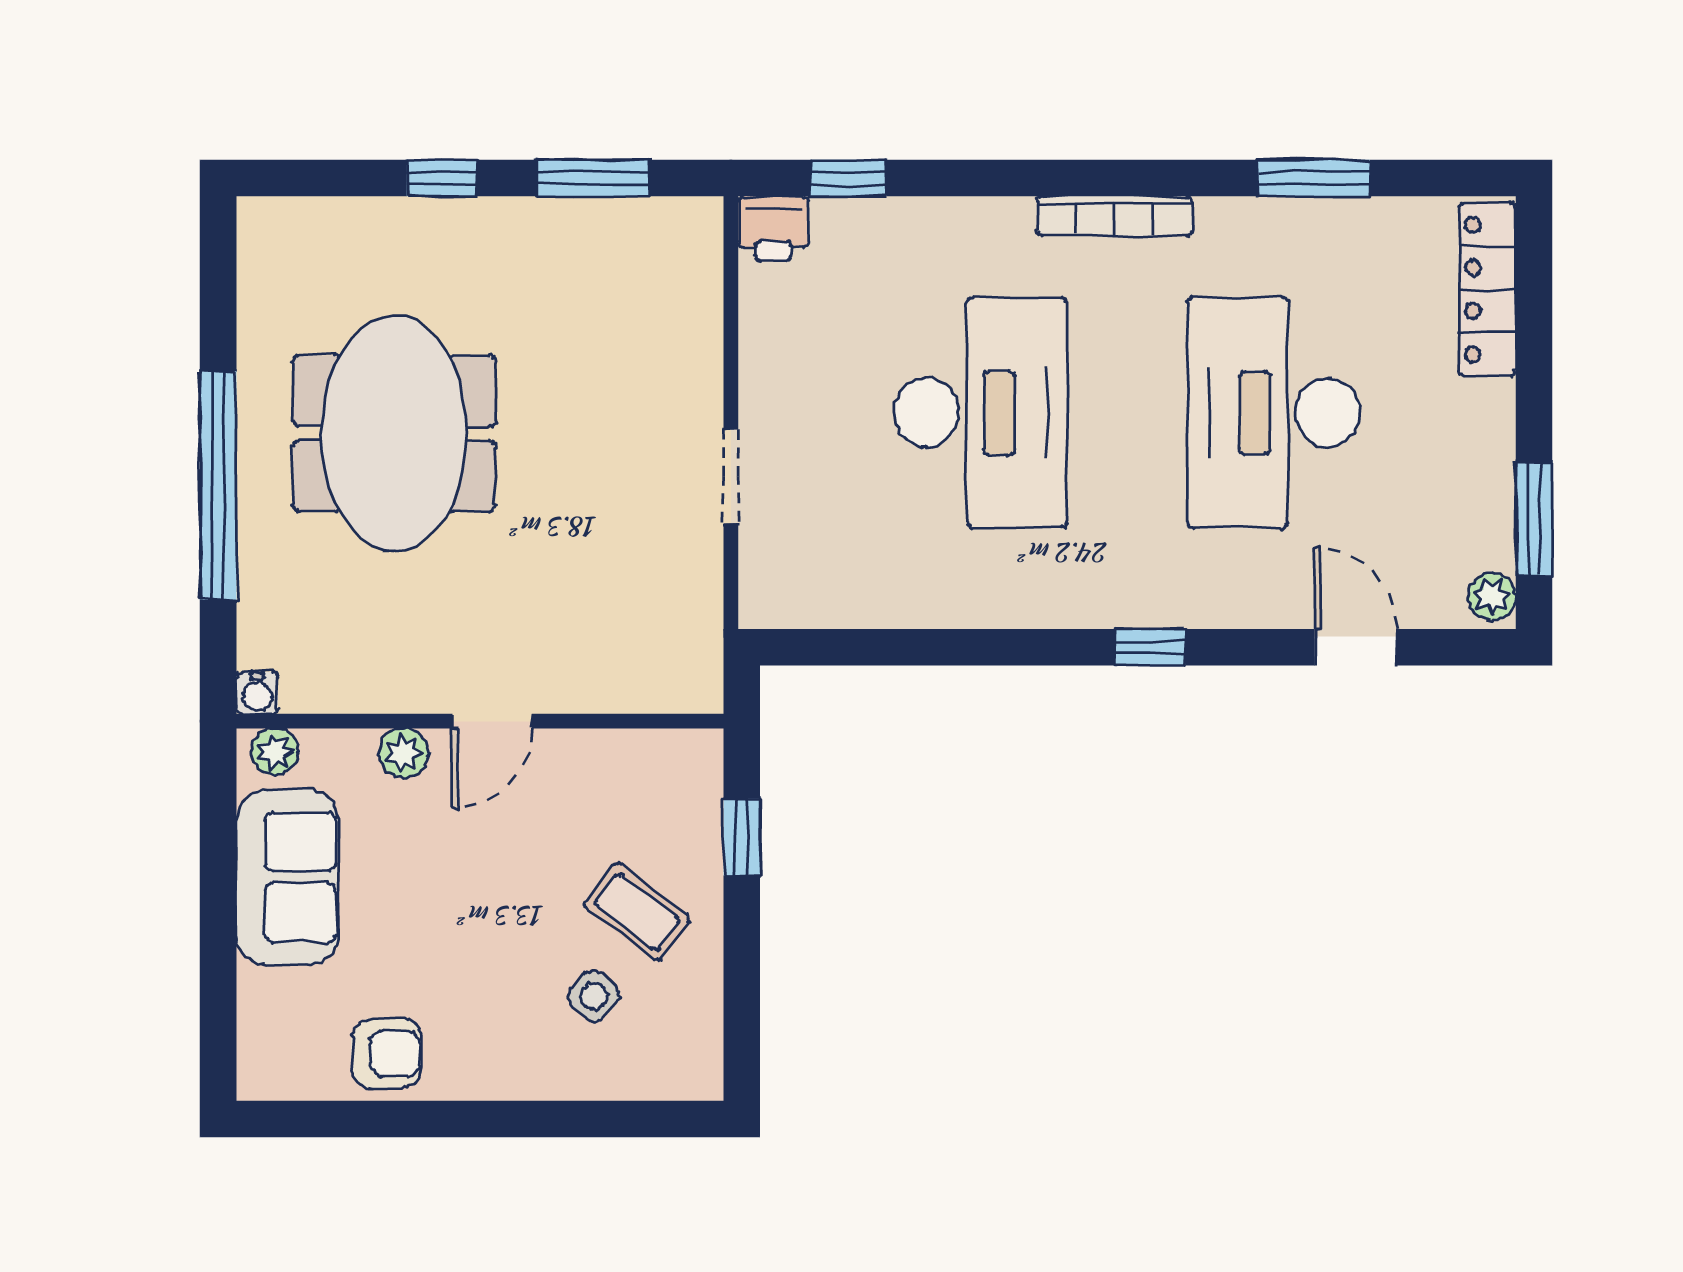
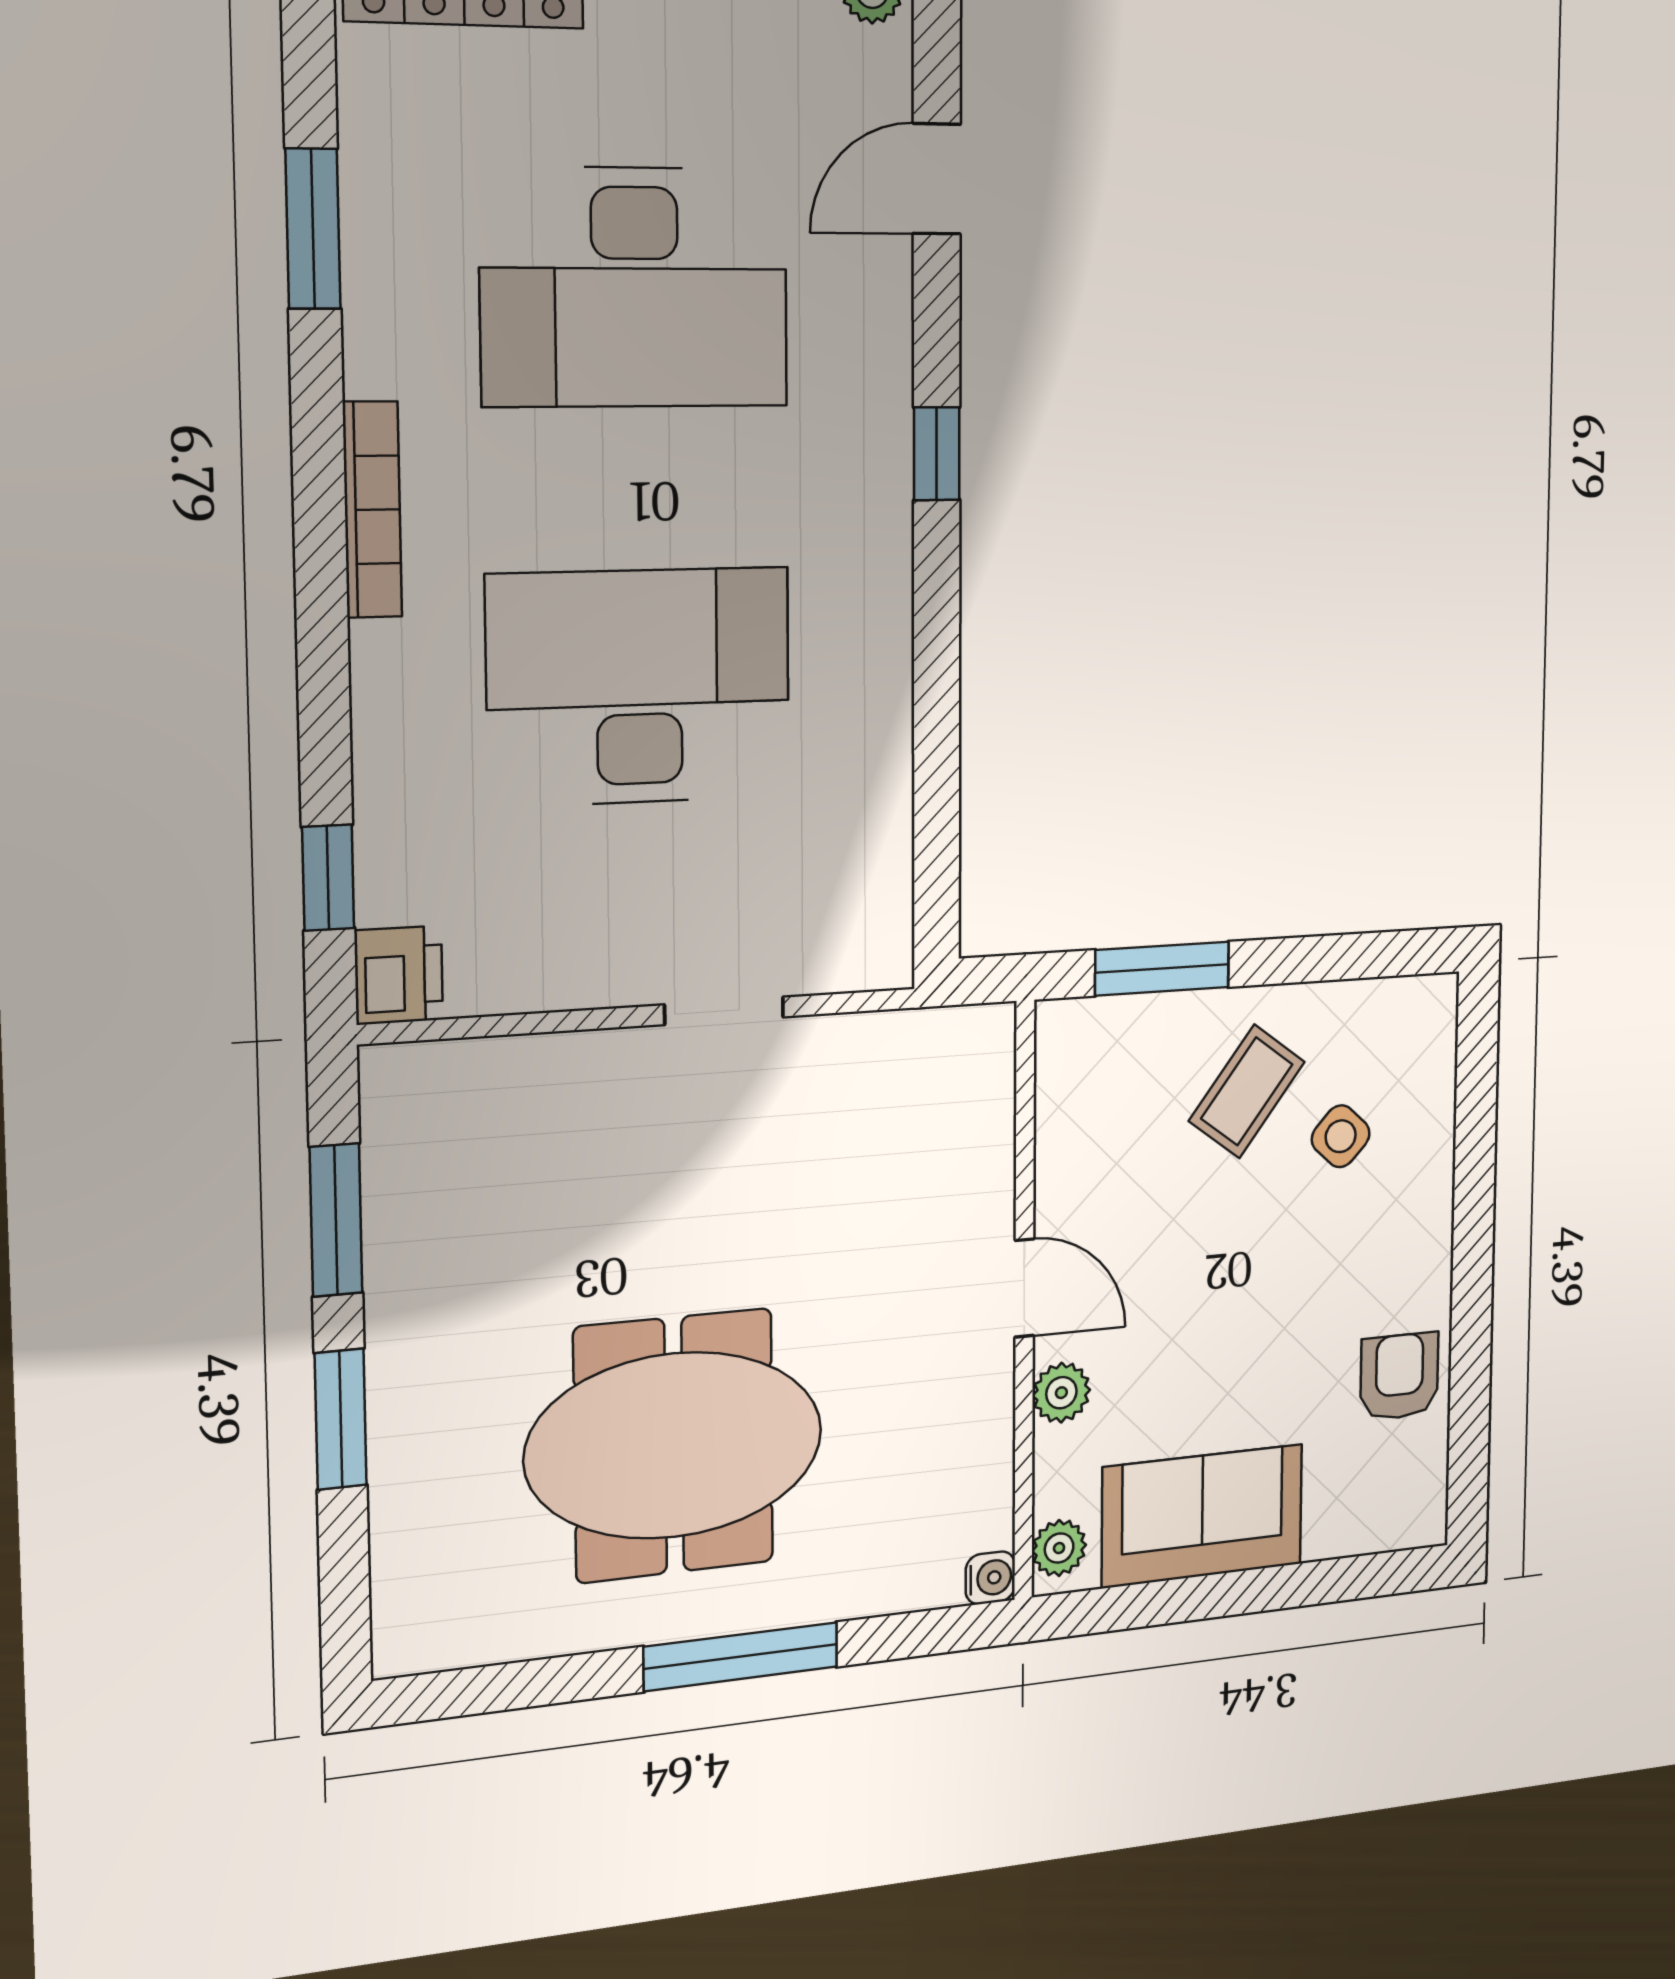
window: (442, 178) -> (341, 1419), width x1.50
window: (218, 486) -> (741, 1657), width x0.68
window: (742, 837) -> (1162, 969), width x1.50

